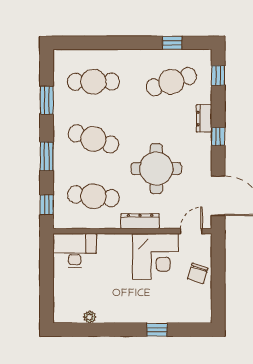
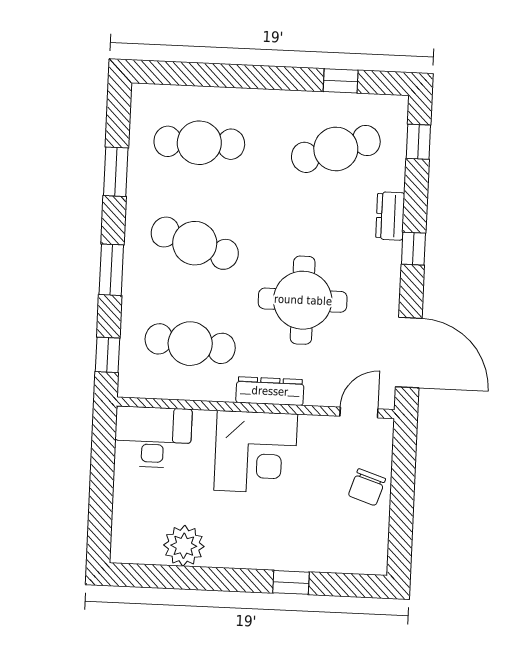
corner desk: (155, 256) -> (256, 452), moved
plant: (90, 317) -> (184, 546), width x1.88, depth x1.88

